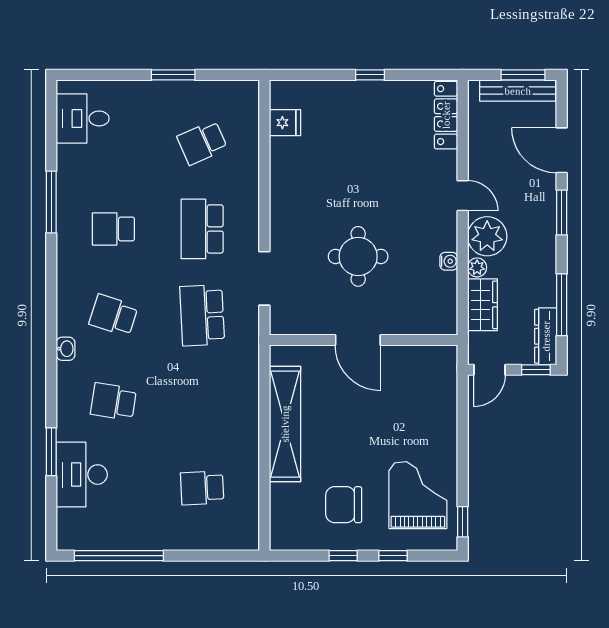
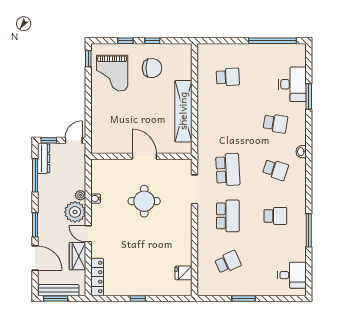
wardrobe: (482, 305) -> (77, 256), moved

